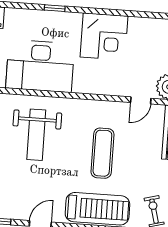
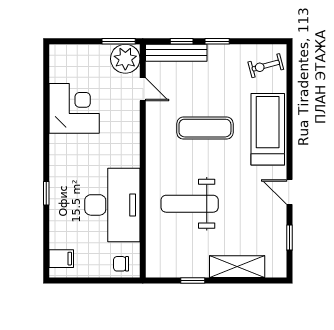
corner desk: (104, 37) -> (74, 108), moved
weight bench: (36, 135) -> (190, 204), turned 180

